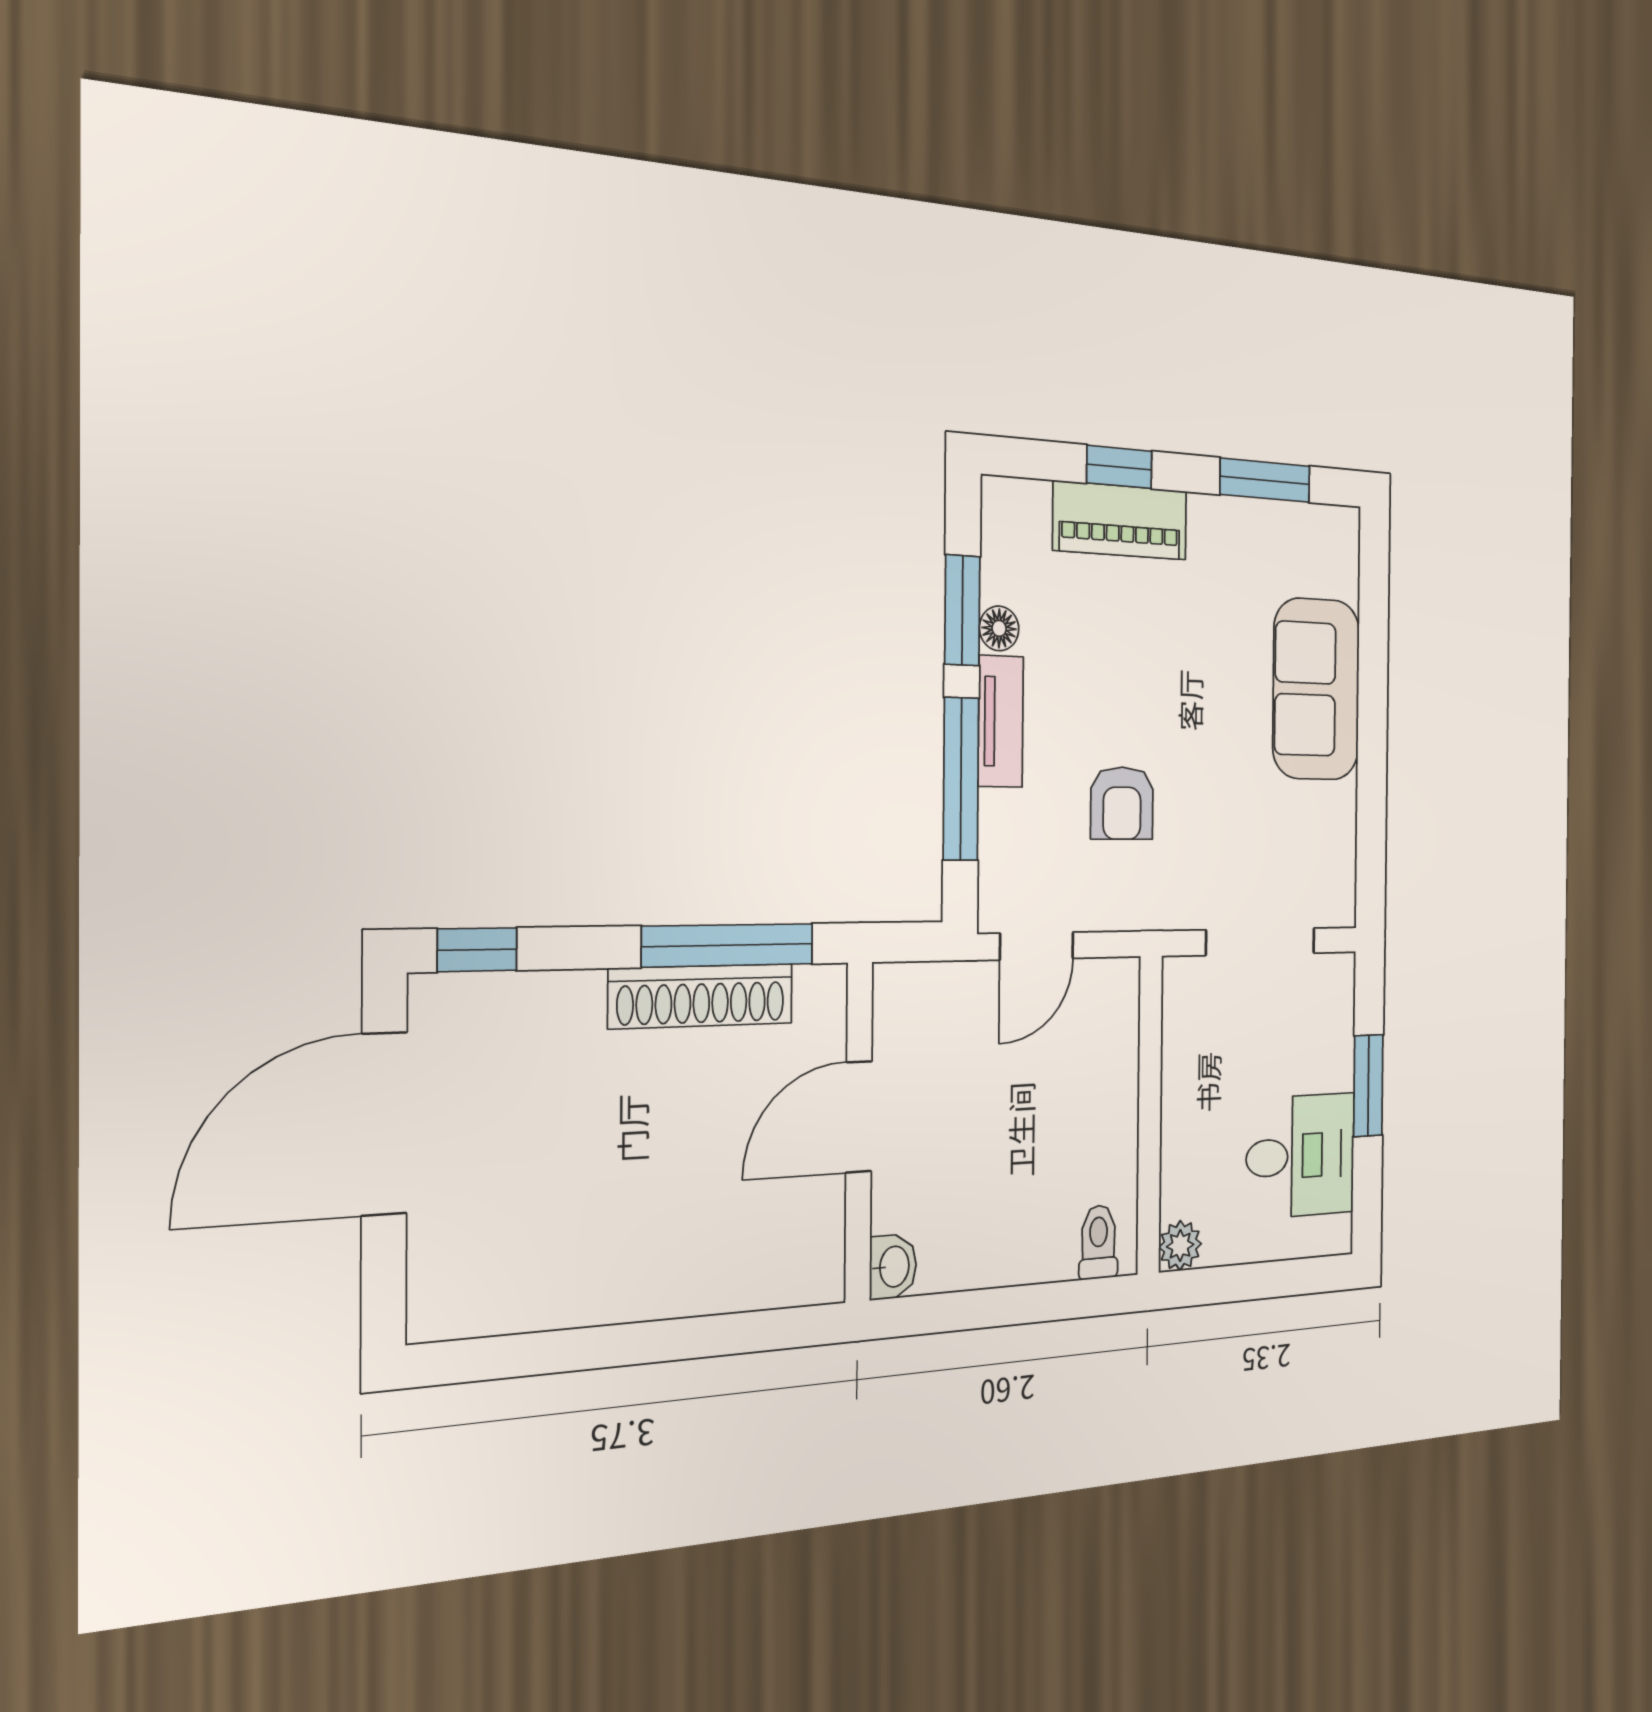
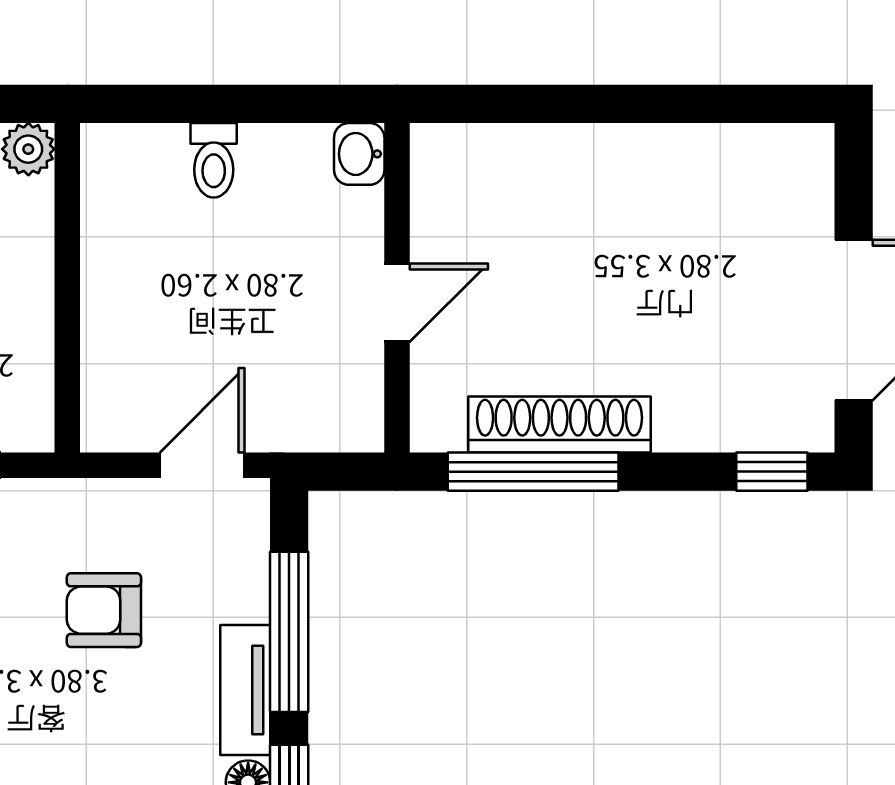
armchair: (1122, 803) -> (104, 610), turned -90
door: (859, 1117) -> (397, 303), width x0.73
toilet: (1098, 1242) -> (214, 160), moved

